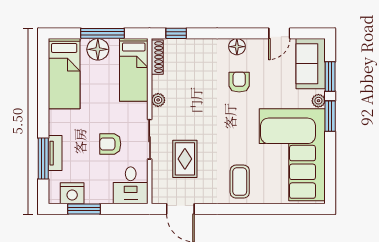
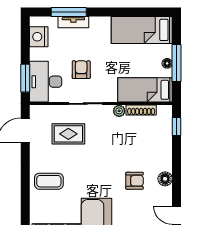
floor lamp: (98, 49) -> (167, 63), width x0.53, depth x0.53
shoe rack: (157, 57) -> (141, 110), moved
desk: (131, 185) -> (46, 82), width x1.37
window: (84, 209) -> (25, 78), moved

